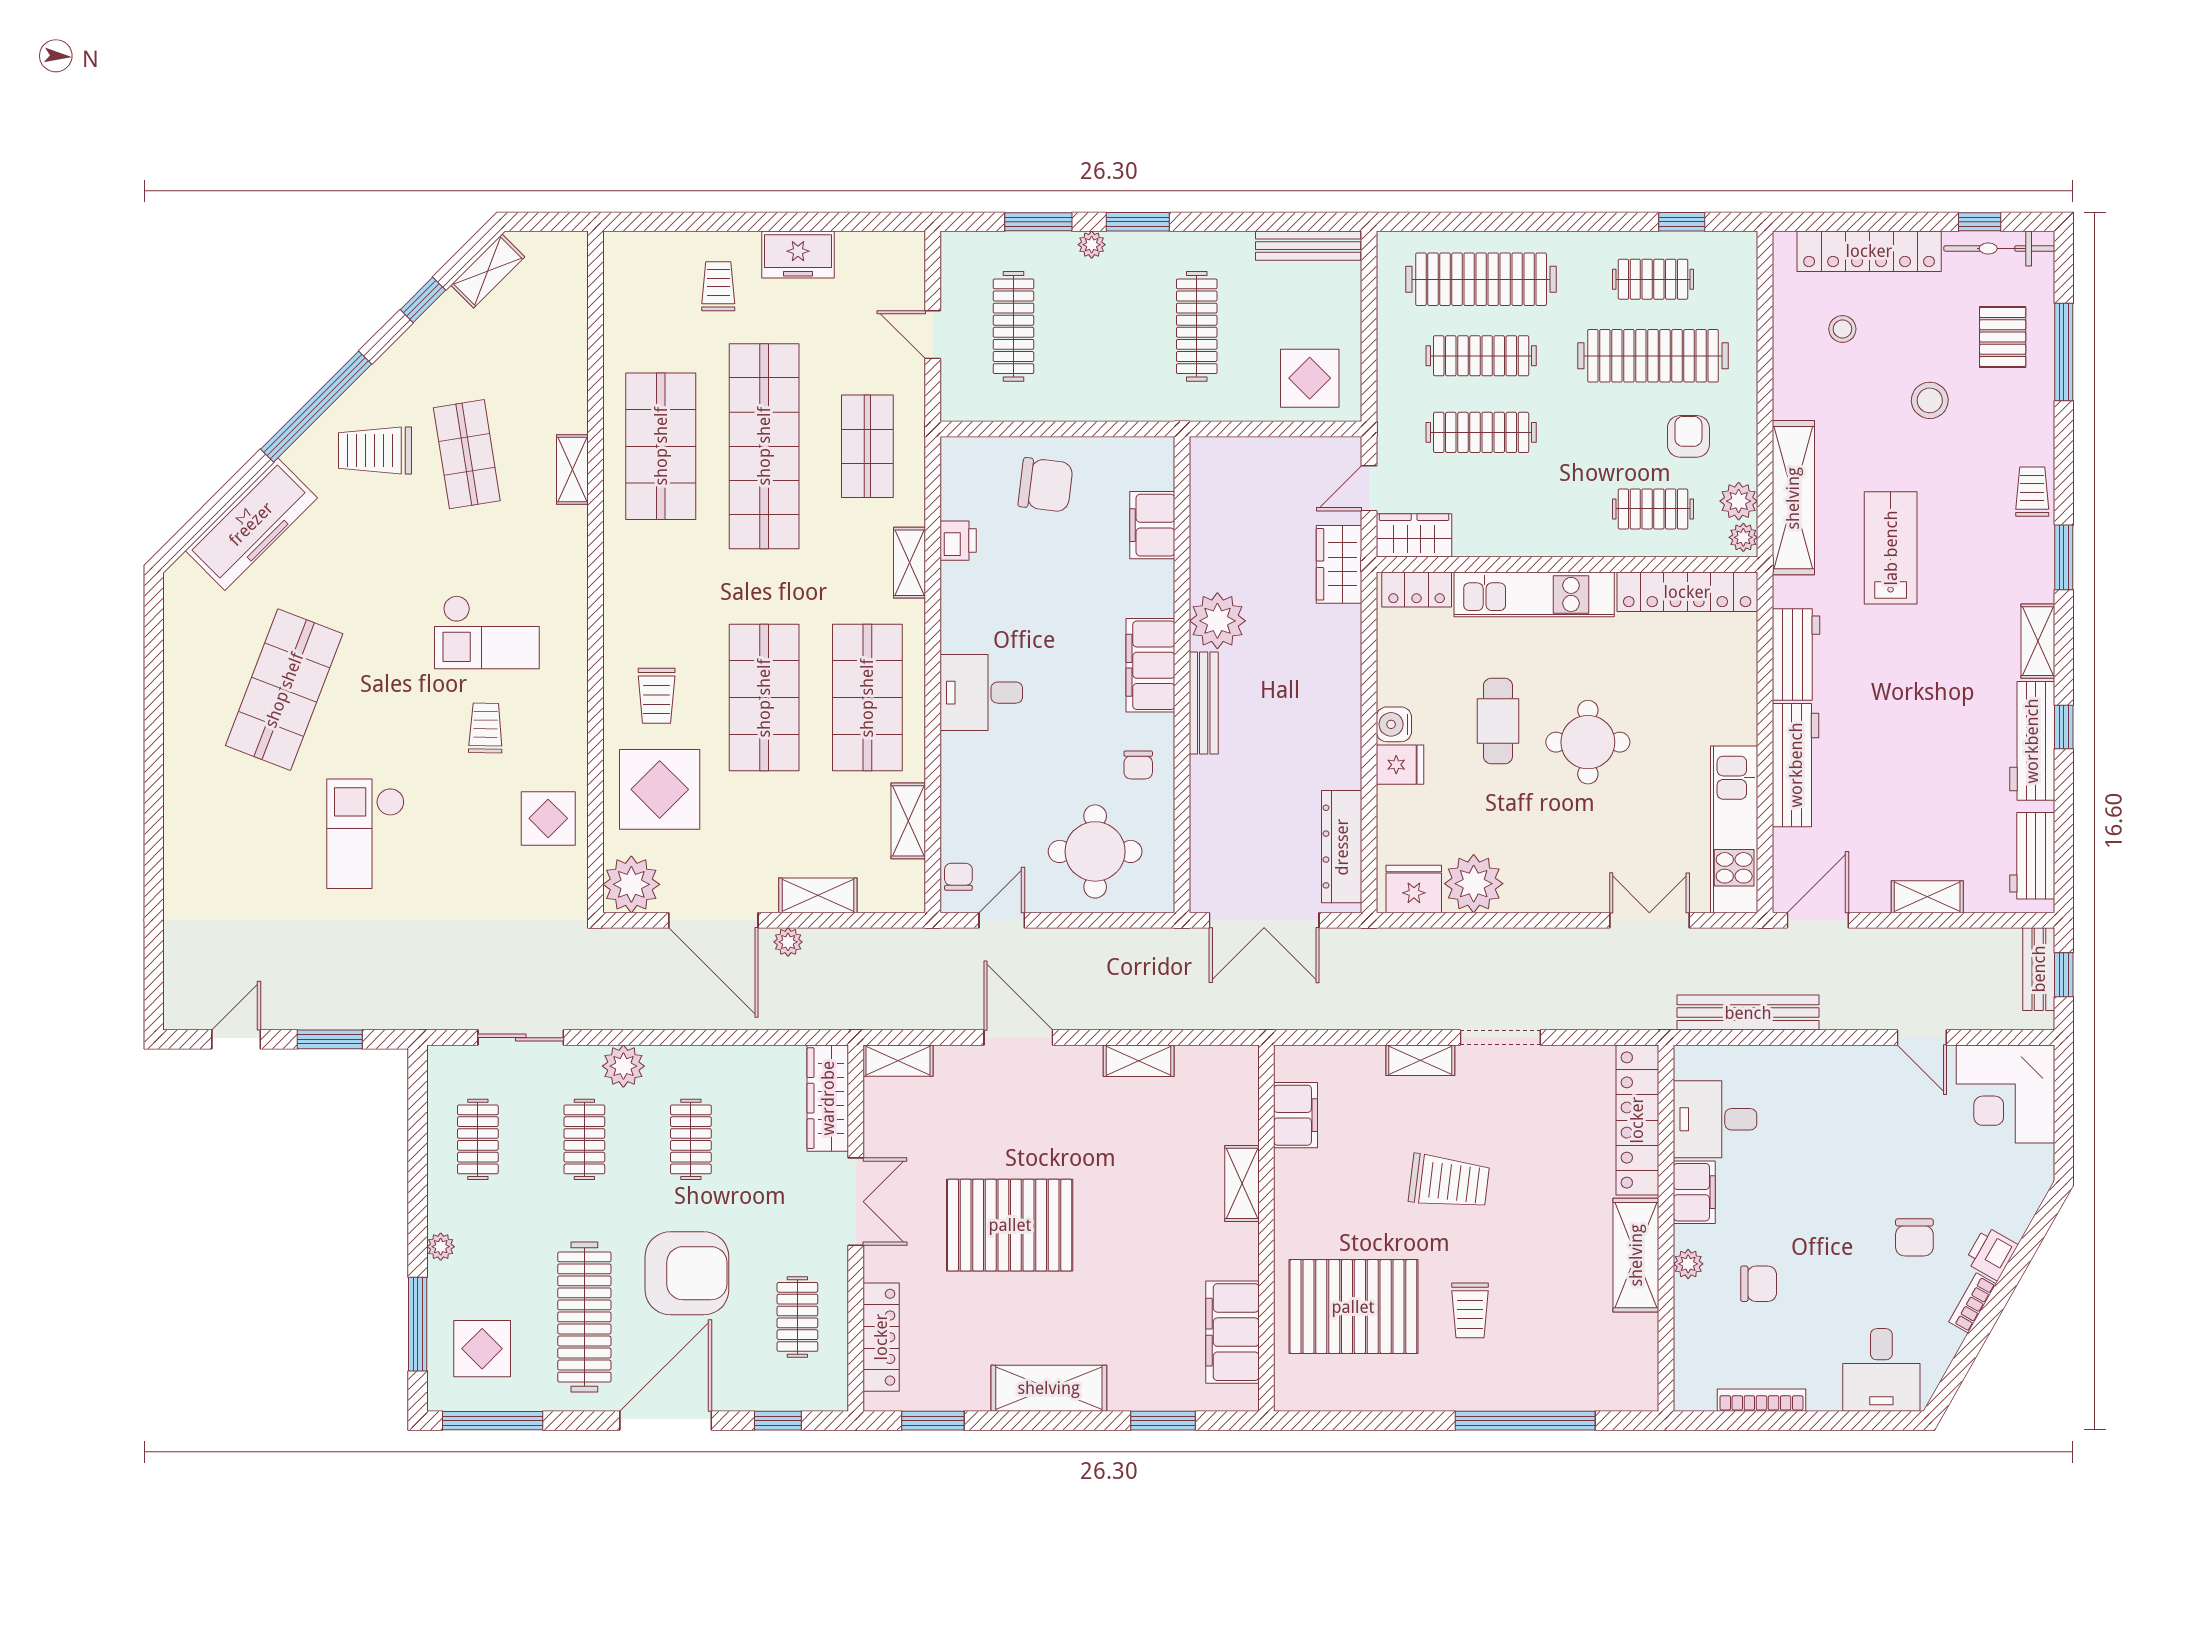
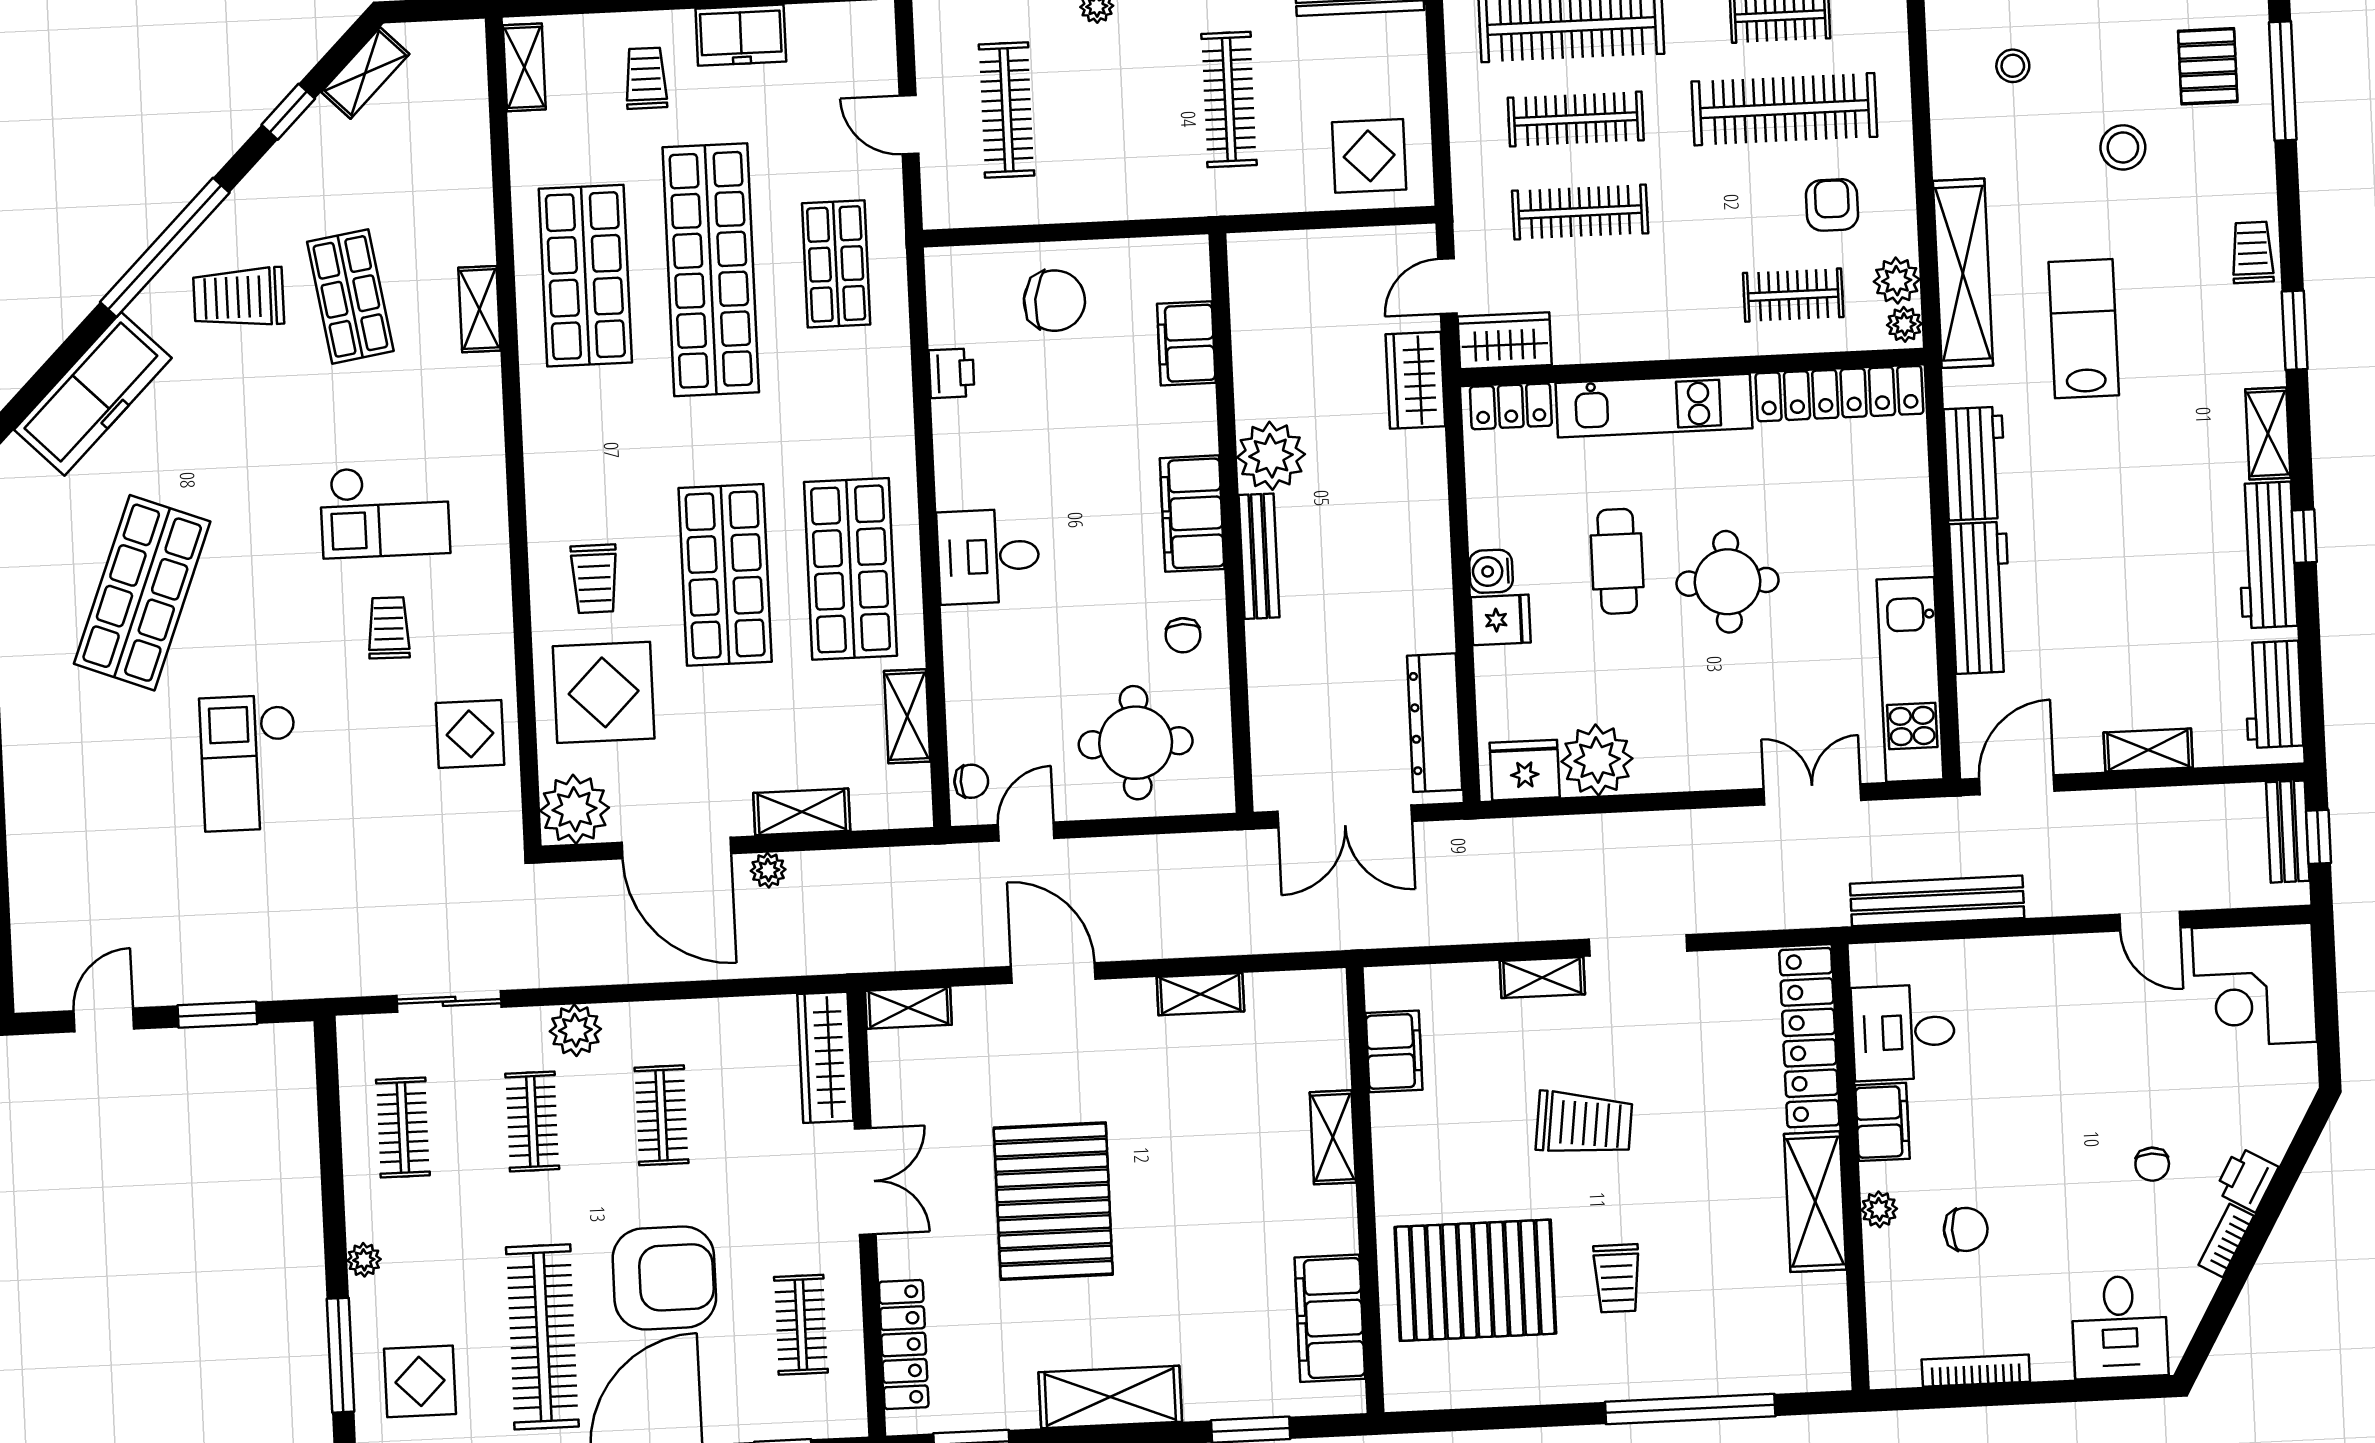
shelving: (909, 563) -> (524, 67), moved
chair: (958, 877) -> (971, 781), turned 90
pallet: (1010, 1225) -> (1053, 1201), turned 90
chair: (1914, 1237) -> (2152, 1164), width x0.73, depth x0.73

